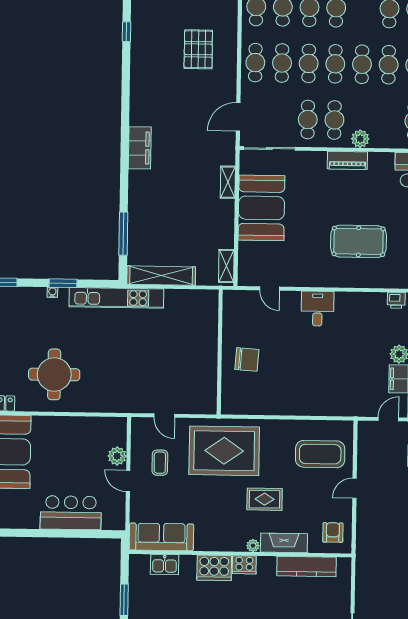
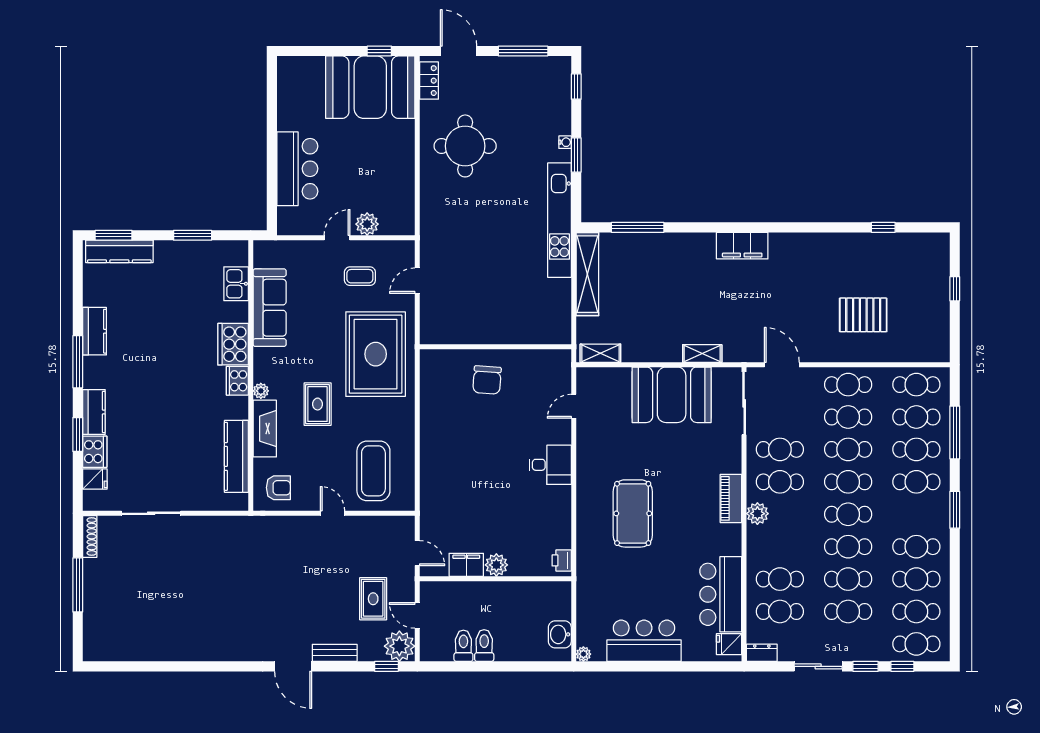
sofa: (161, 537) -> (270, 308), moved

